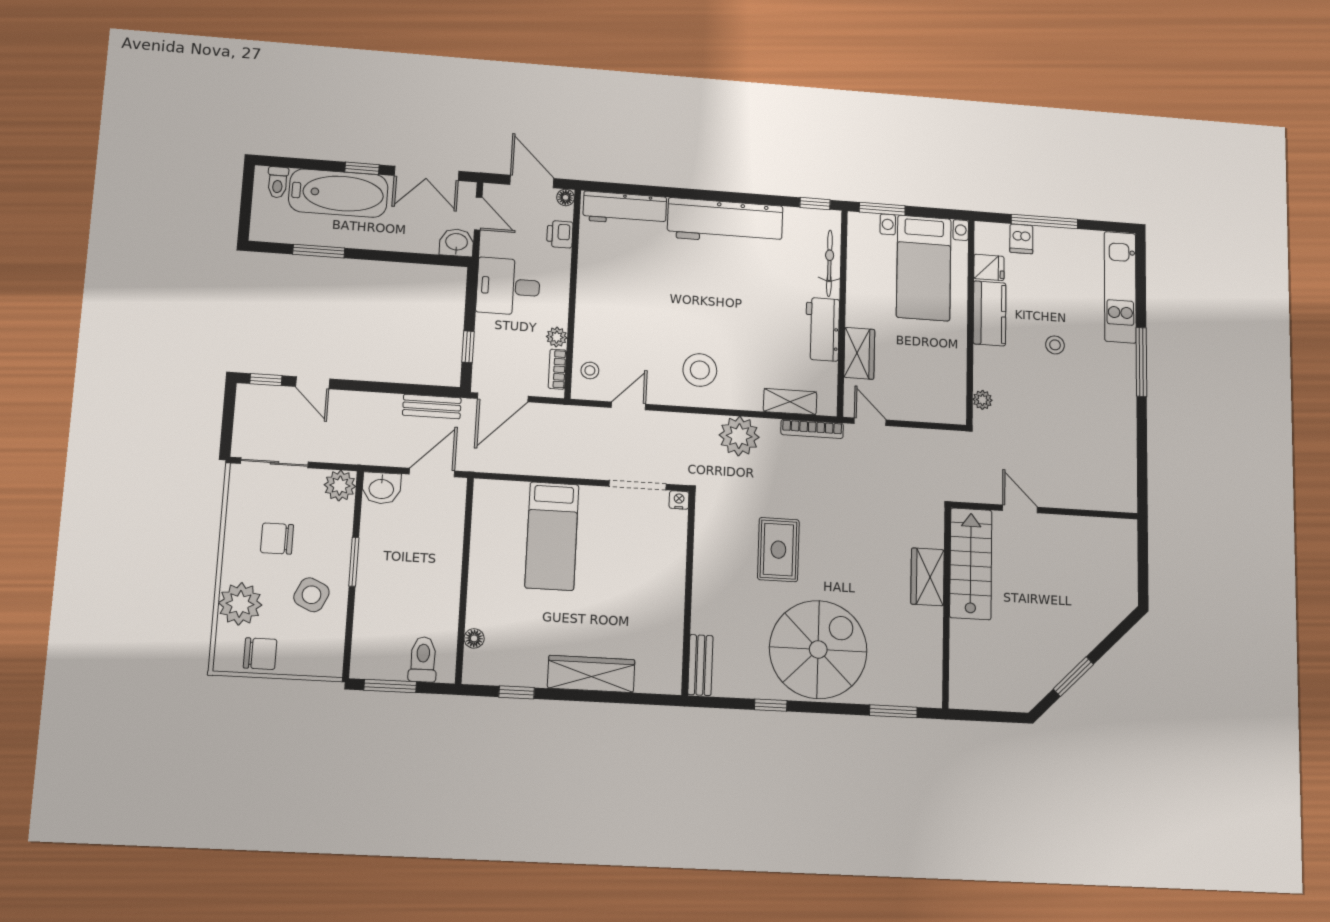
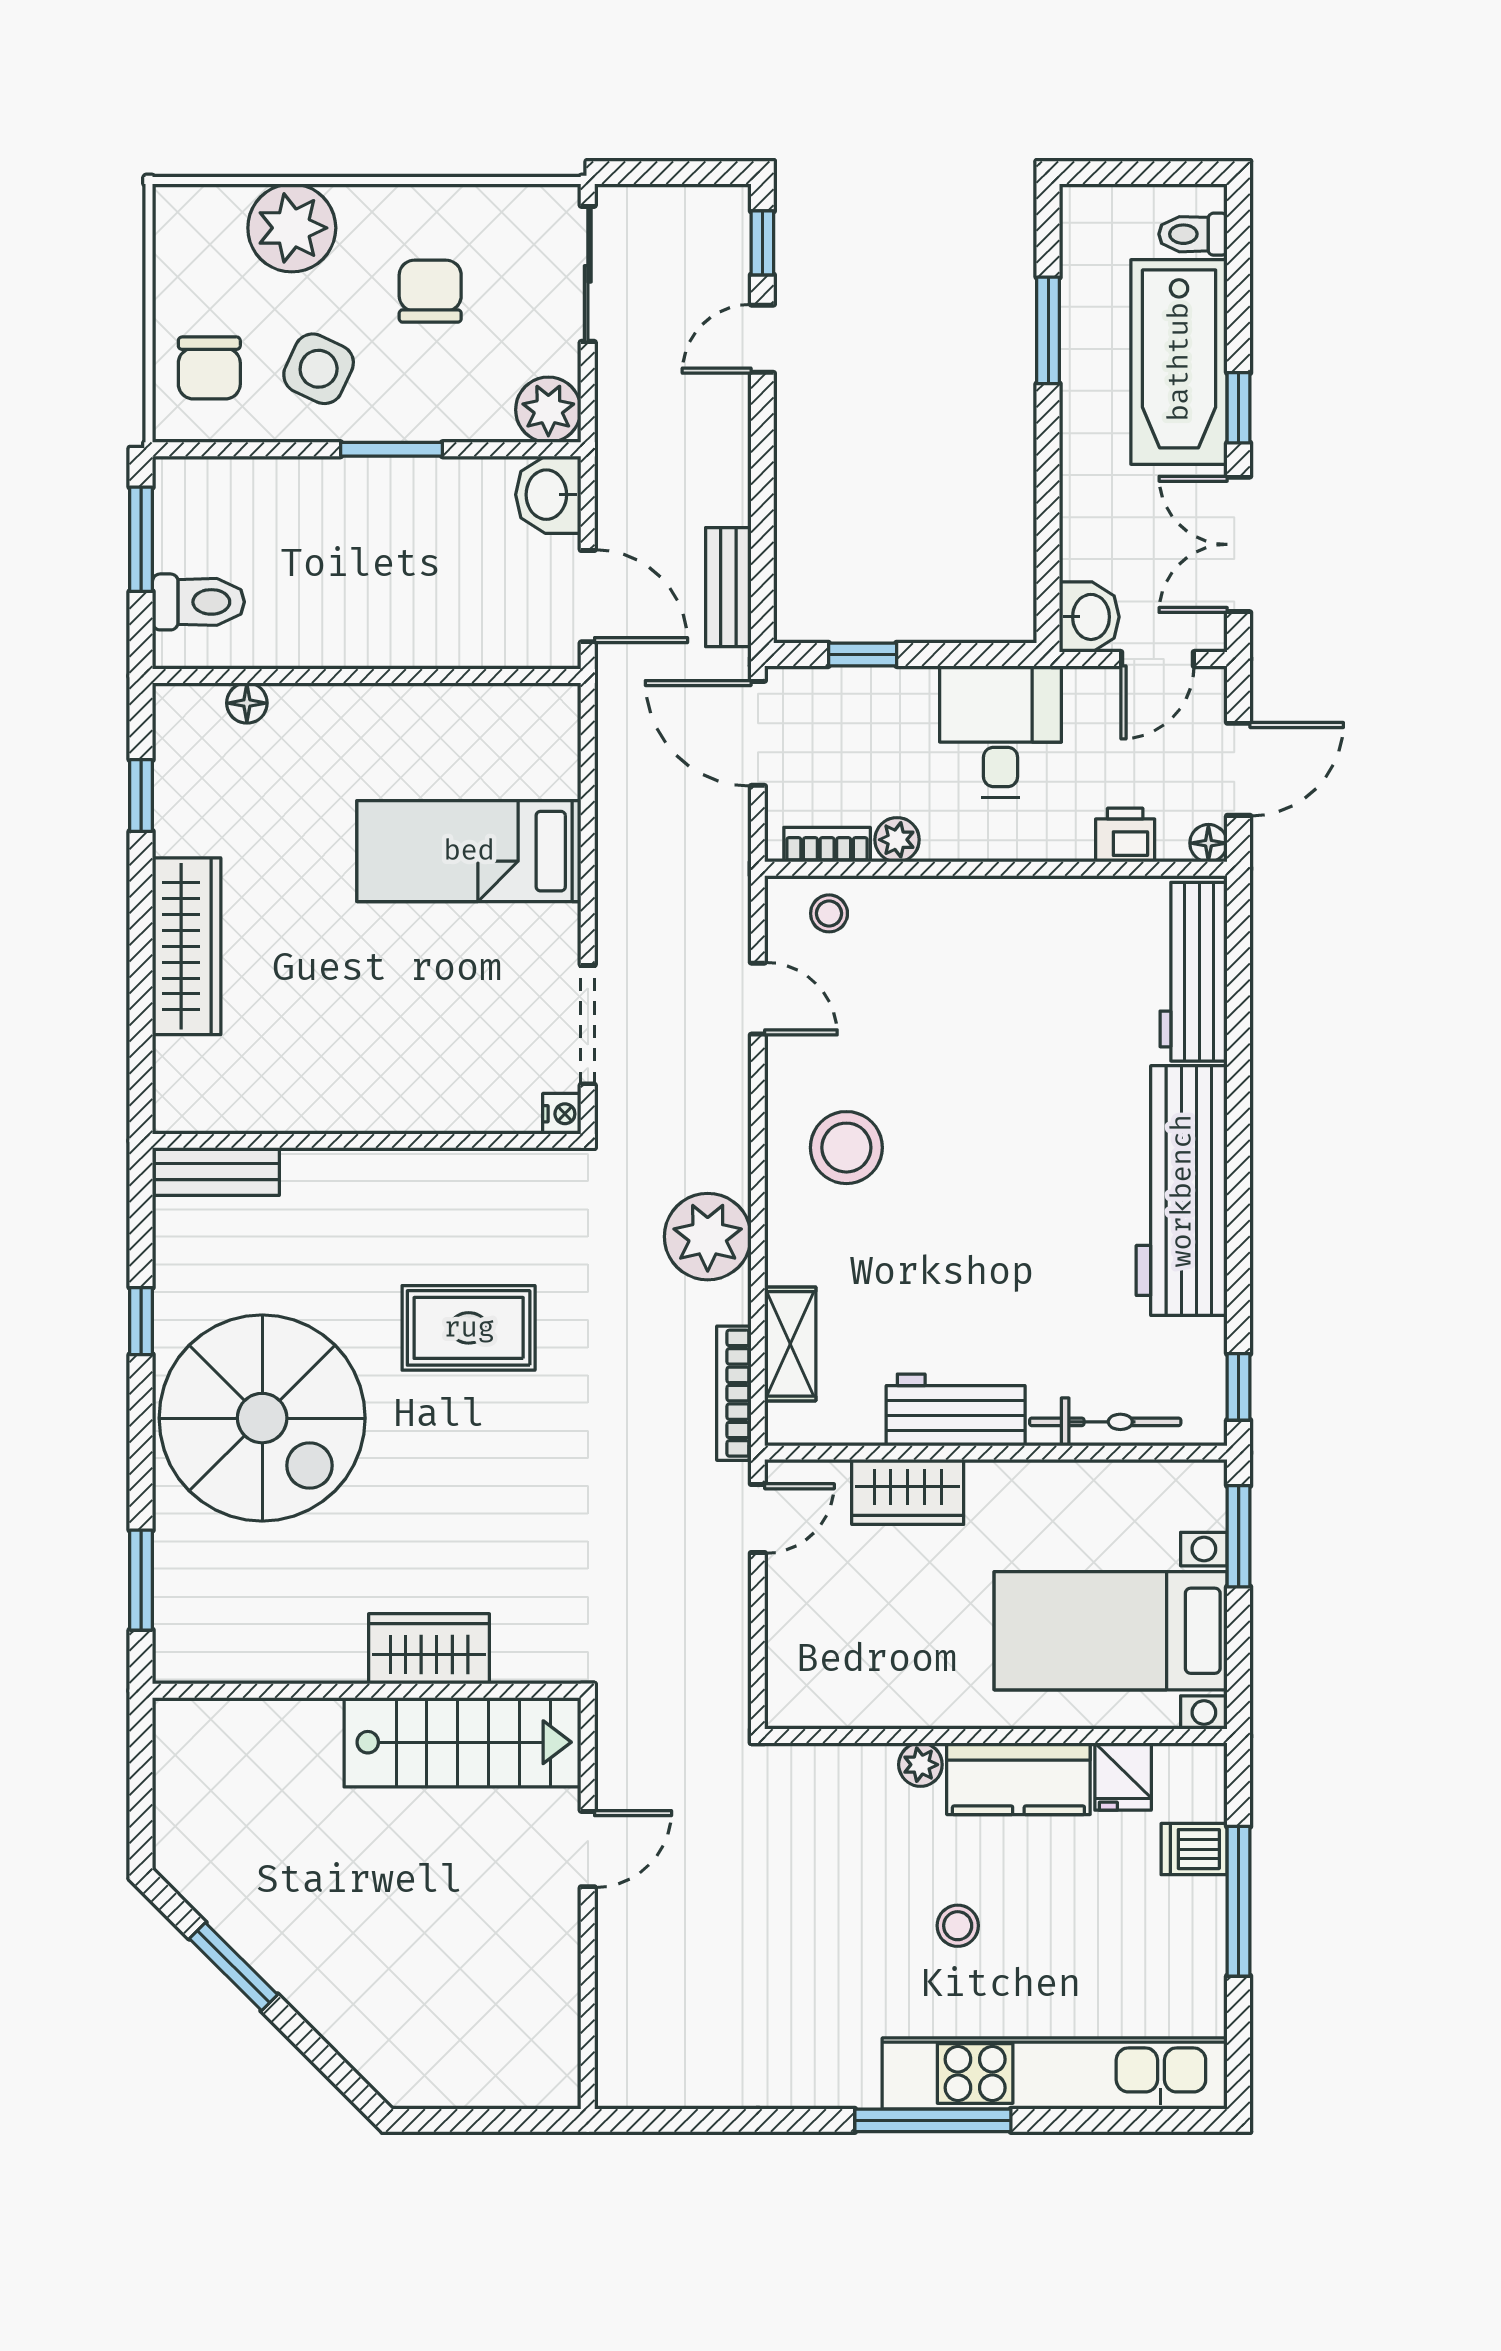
kitchen unit: (1120, 287) -> (1054, 2073), width x1.36
plant: (982, 400) -> (920, 1765), moved
chair: (260, 654) -> (209, 368), moved

